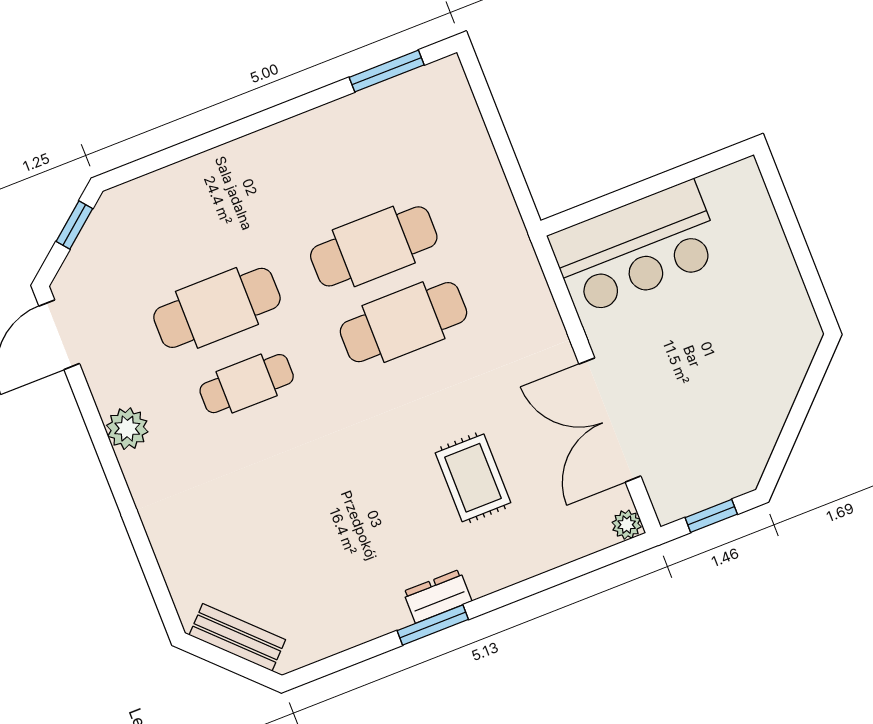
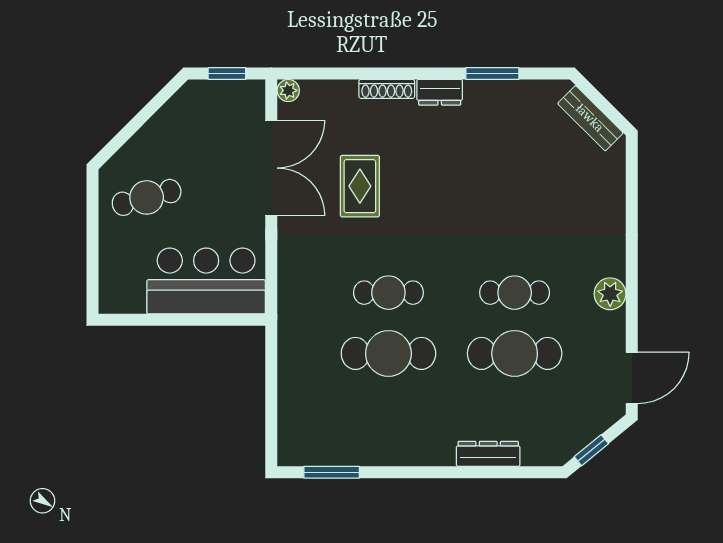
dresser: (201, 170) -> (488, 454), added
cafe table: (403, 322) -> (388, 293), width x0.73, depth x0.74
cafe table: (751, 323) -> (147, 197), added
rug: (473, 478) -> (360, 186), moved
shoe rack: (505, 575) -> (387, 89), added
window: (433, 625) -> (492, 74), moved

